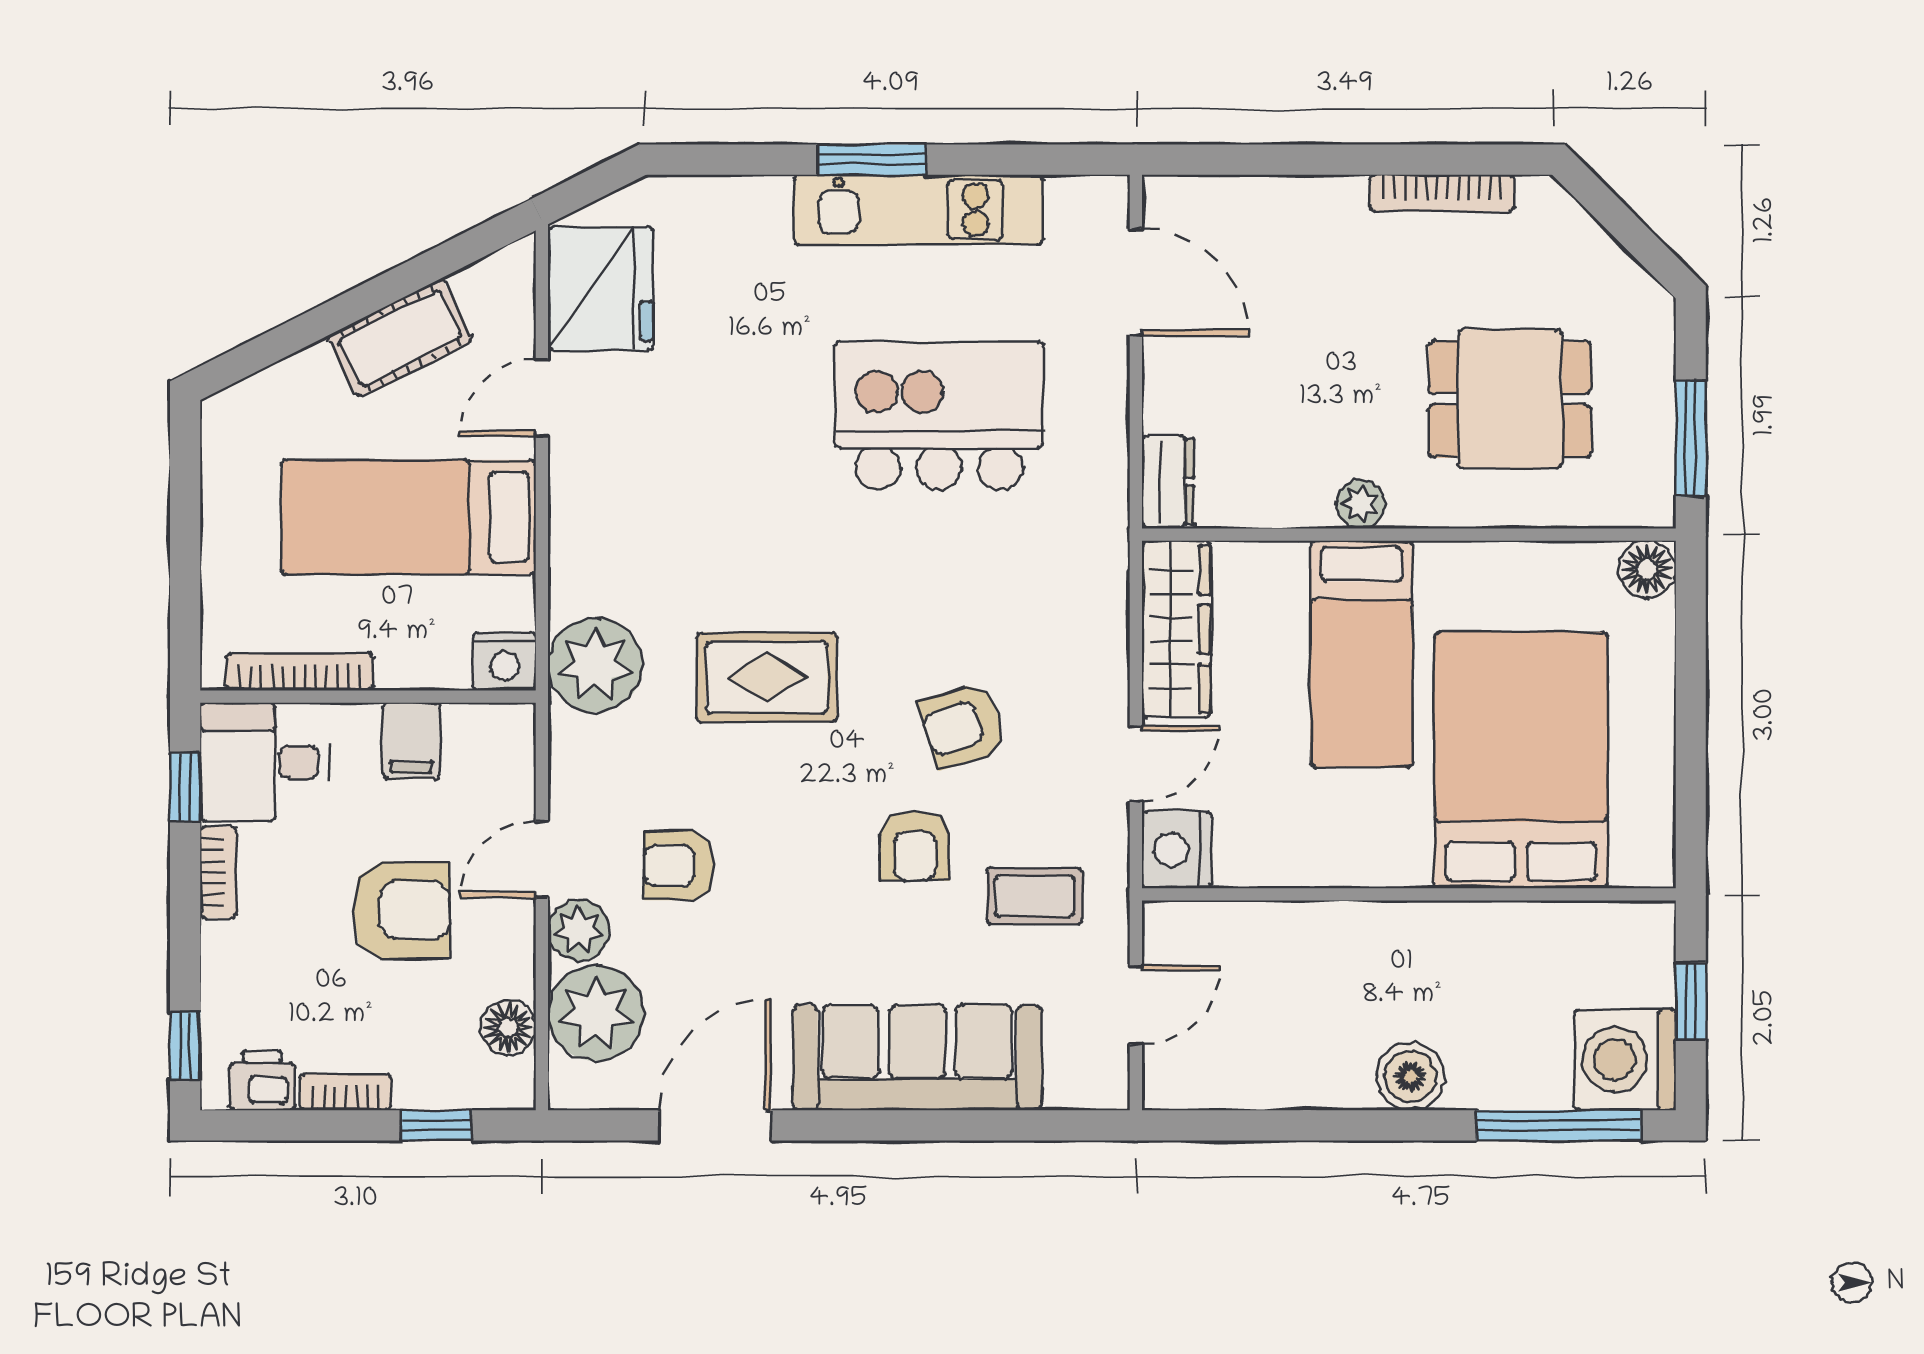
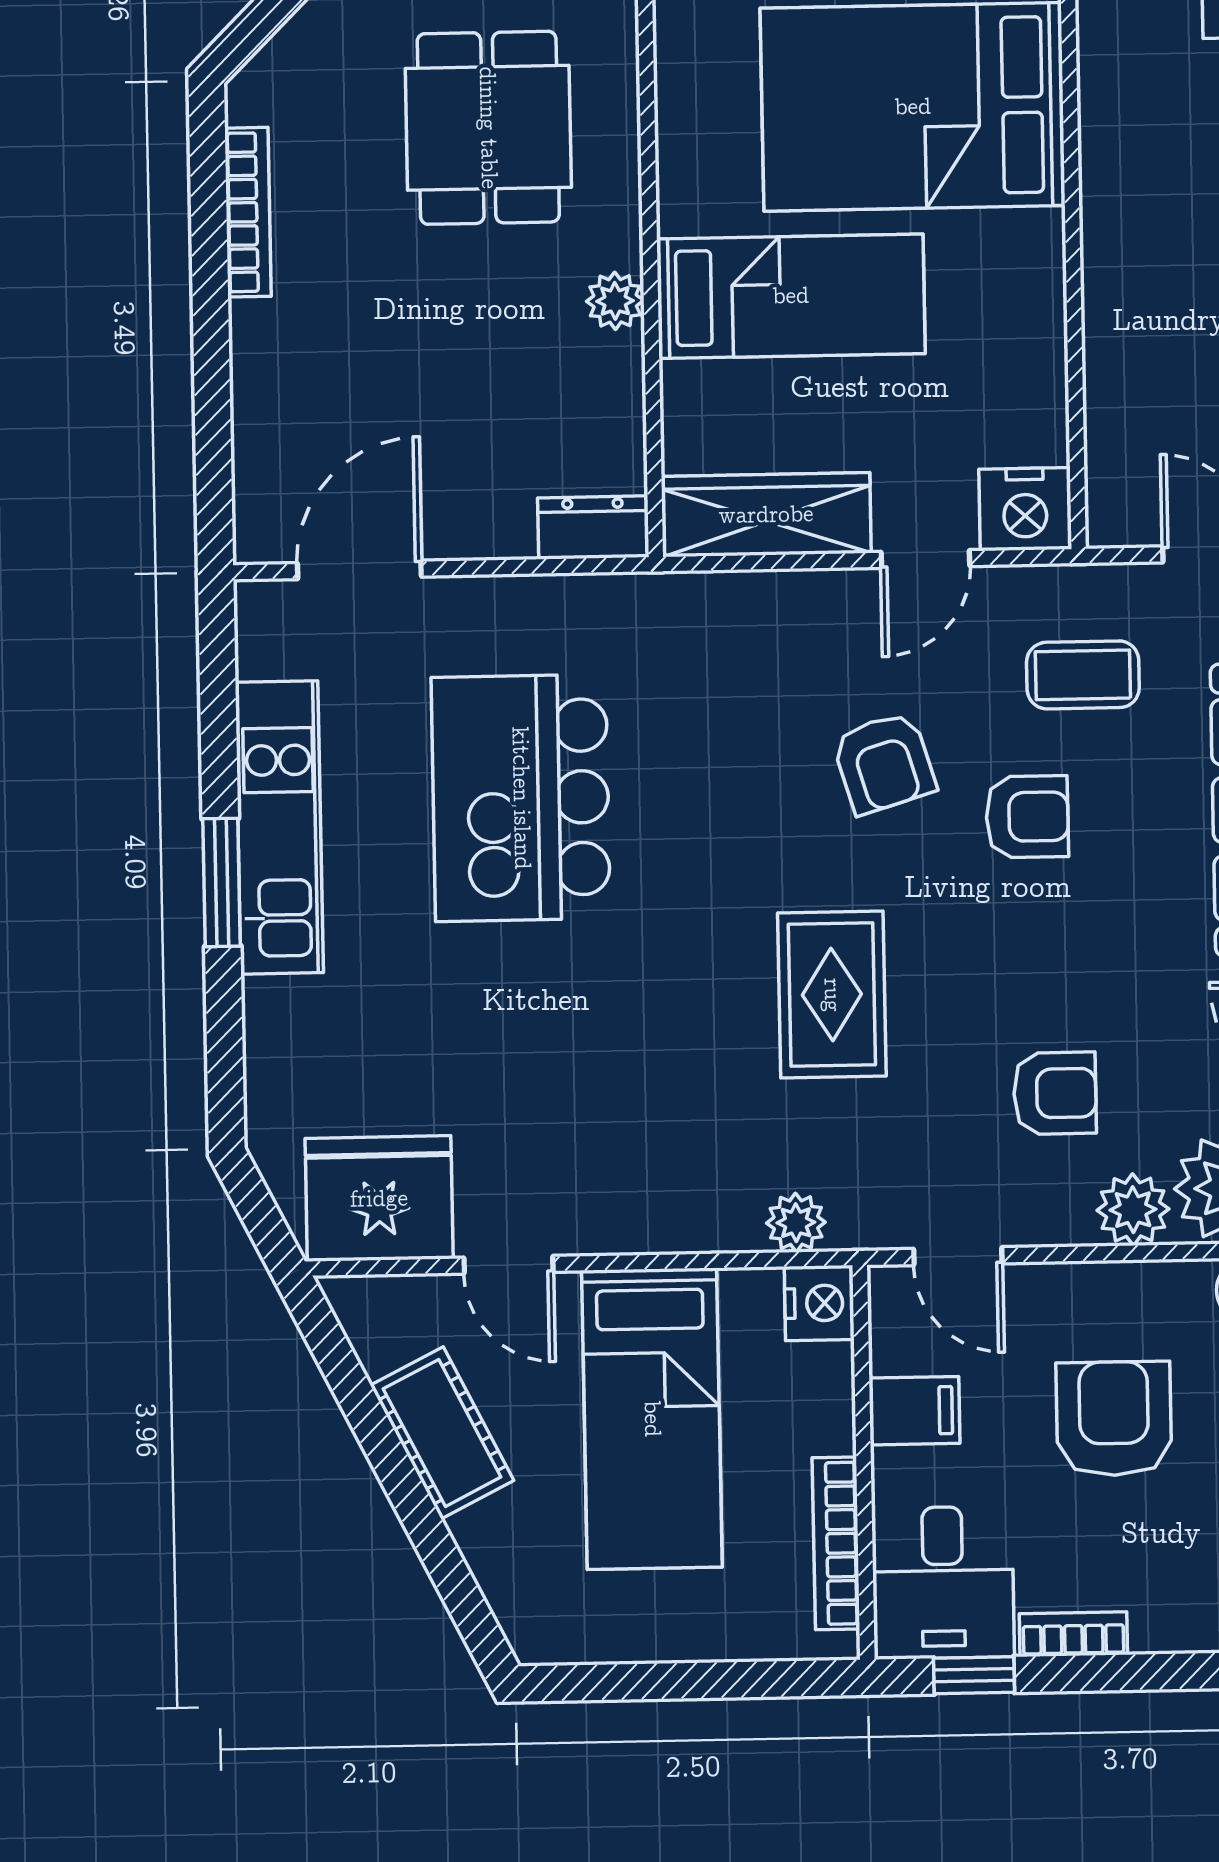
plant: (595, 665) -> (796, 1223), width x0.53, depth x0.53
door: (1136, 764) -> (925, 559), swing flipped
door: (542, 860) -> (958, 1256), moved
armchair: (679, 865) -> (1055, 1093), turned -90
coffee table: (1035, 896) -> (1083, 675), turned 90

